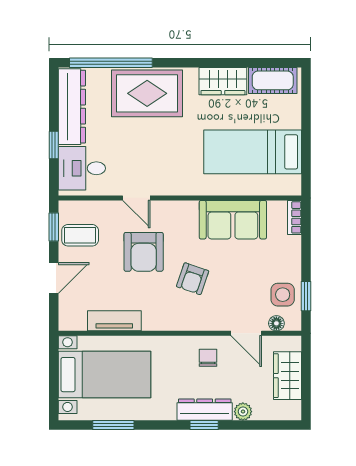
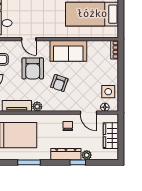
sofa: (233, 220) -> (68, 51), moved
window: (306, 296) -> (121, 92), removed
plant: (152, 322) -> (37, 107), added
window: (113, 425) -> (29, 162), moved
window: (204, 425) -> (78, 162), moved

